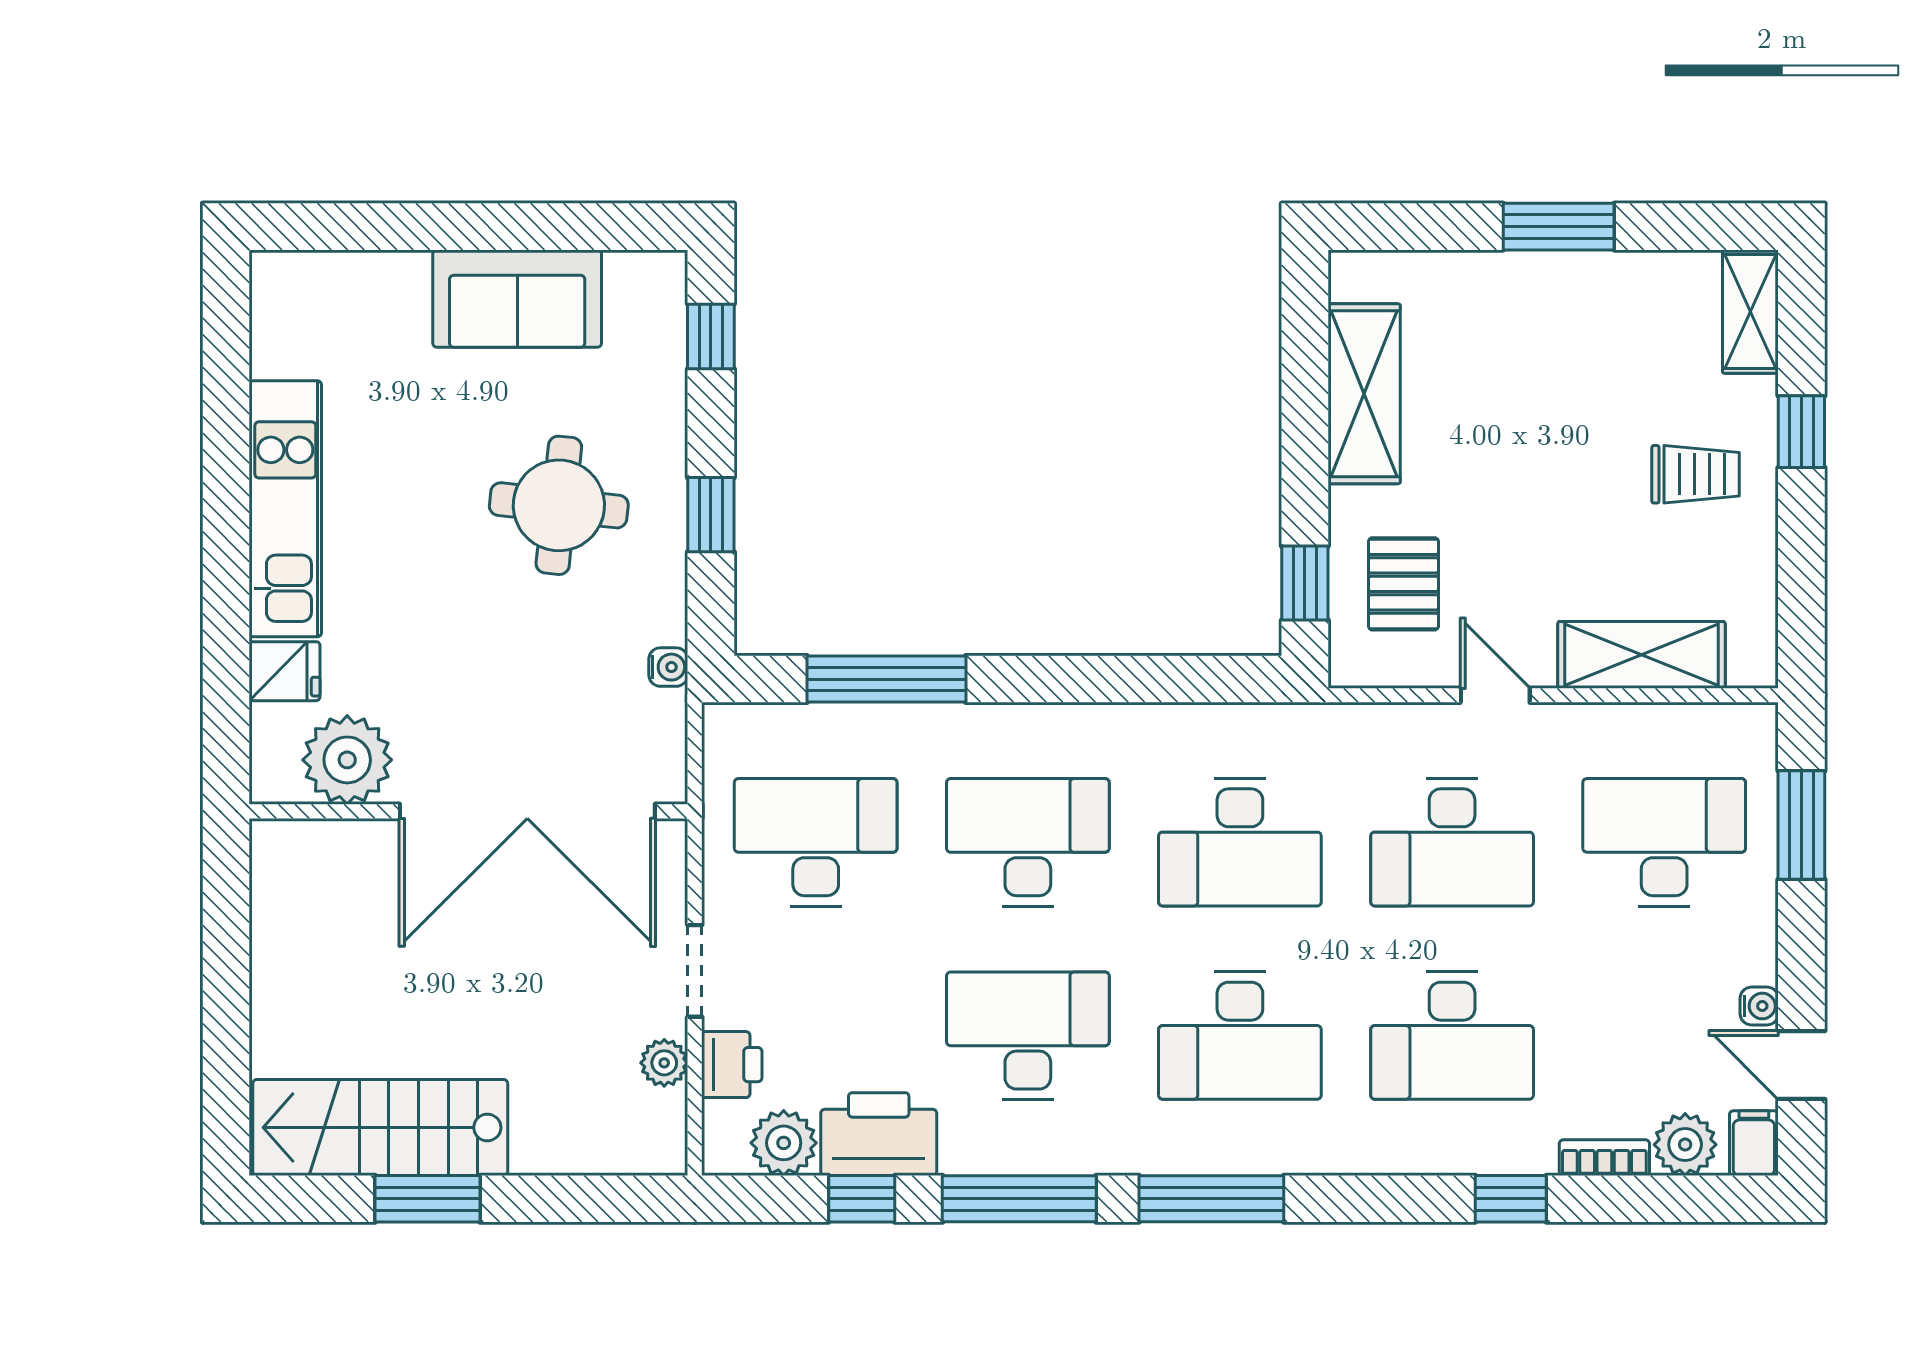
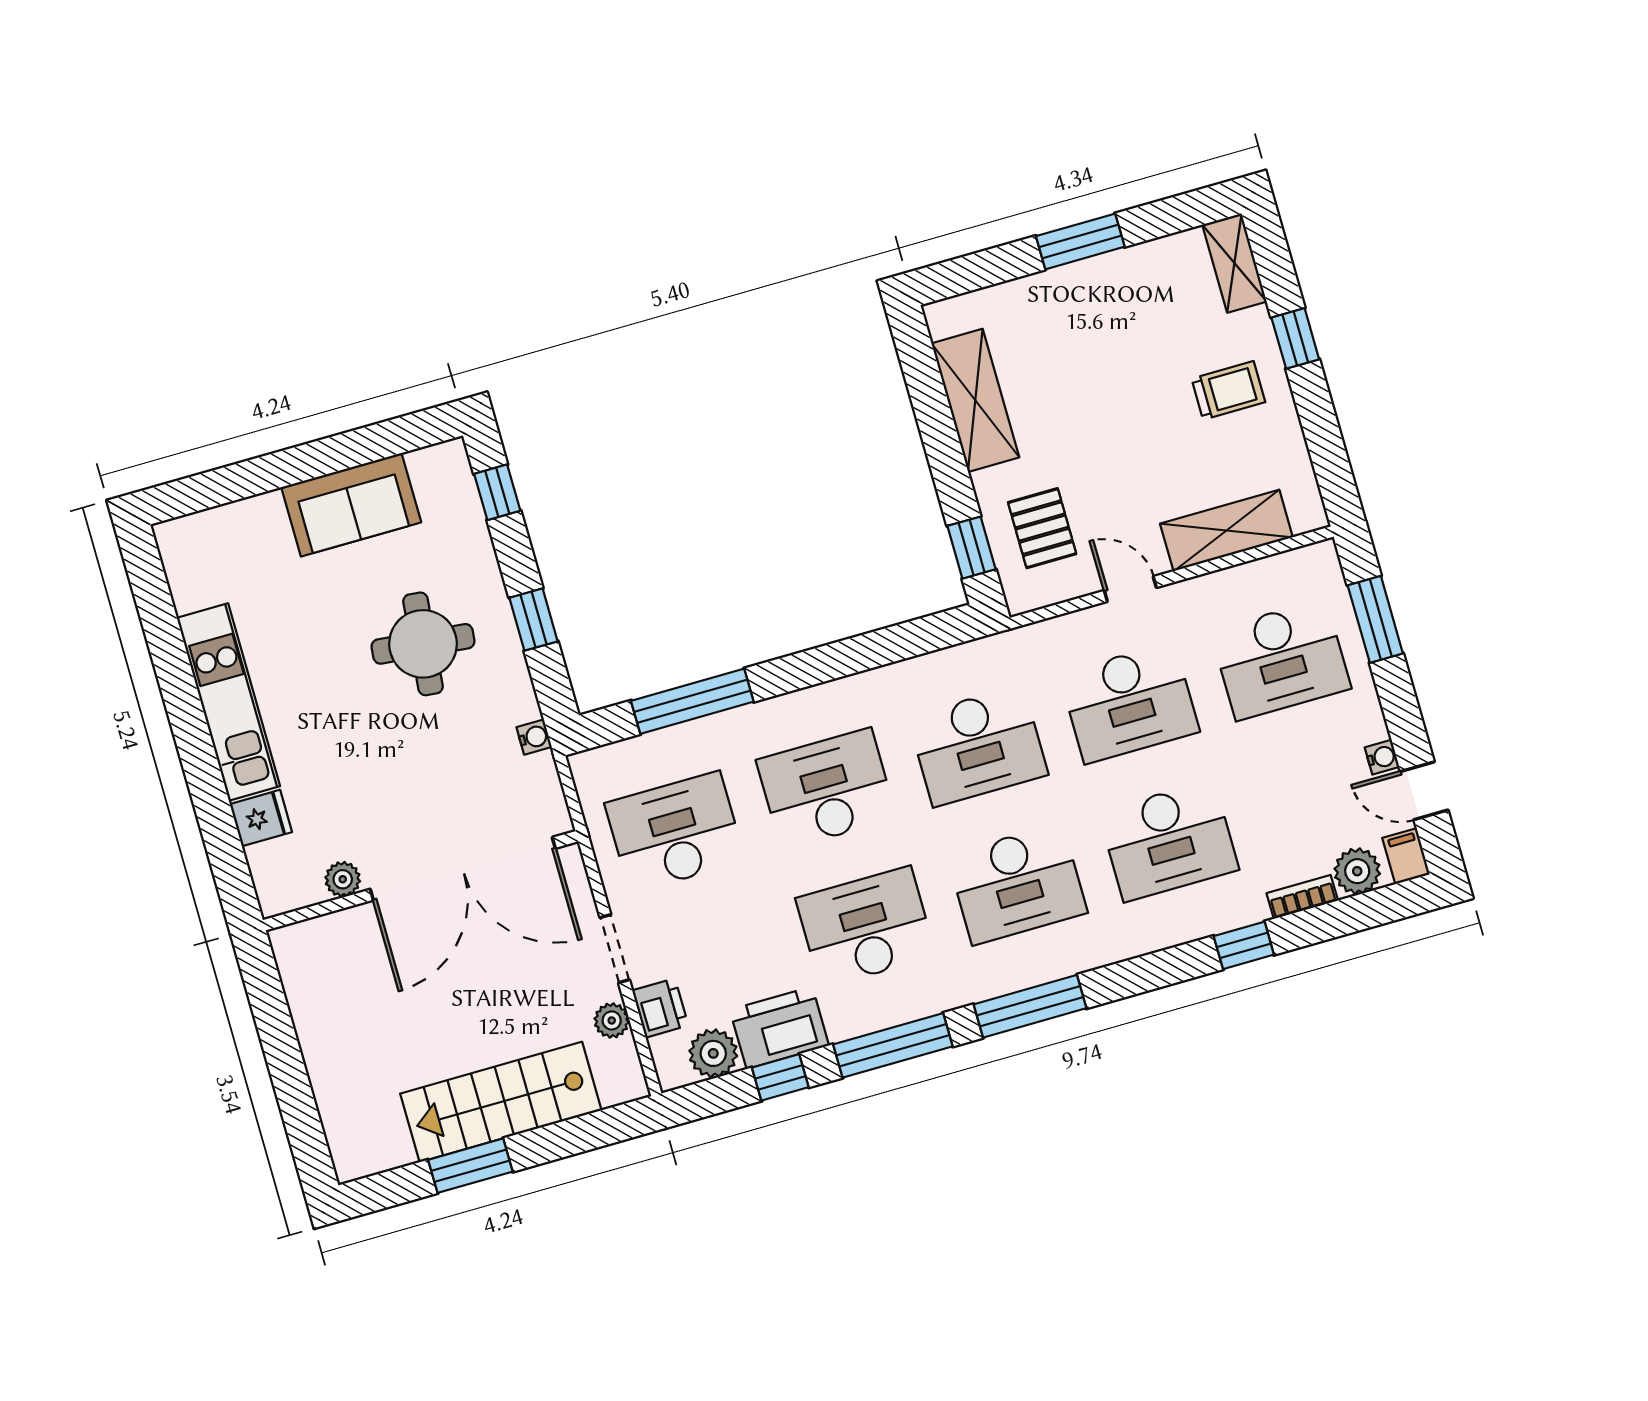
plant: (347, 760) -> (343, 879), width x0.53, depth x0.53
desk: (1664, 842) -> (1281, 660), turned 180
stairs: (380, 1128) -> (501, 1102), moved

